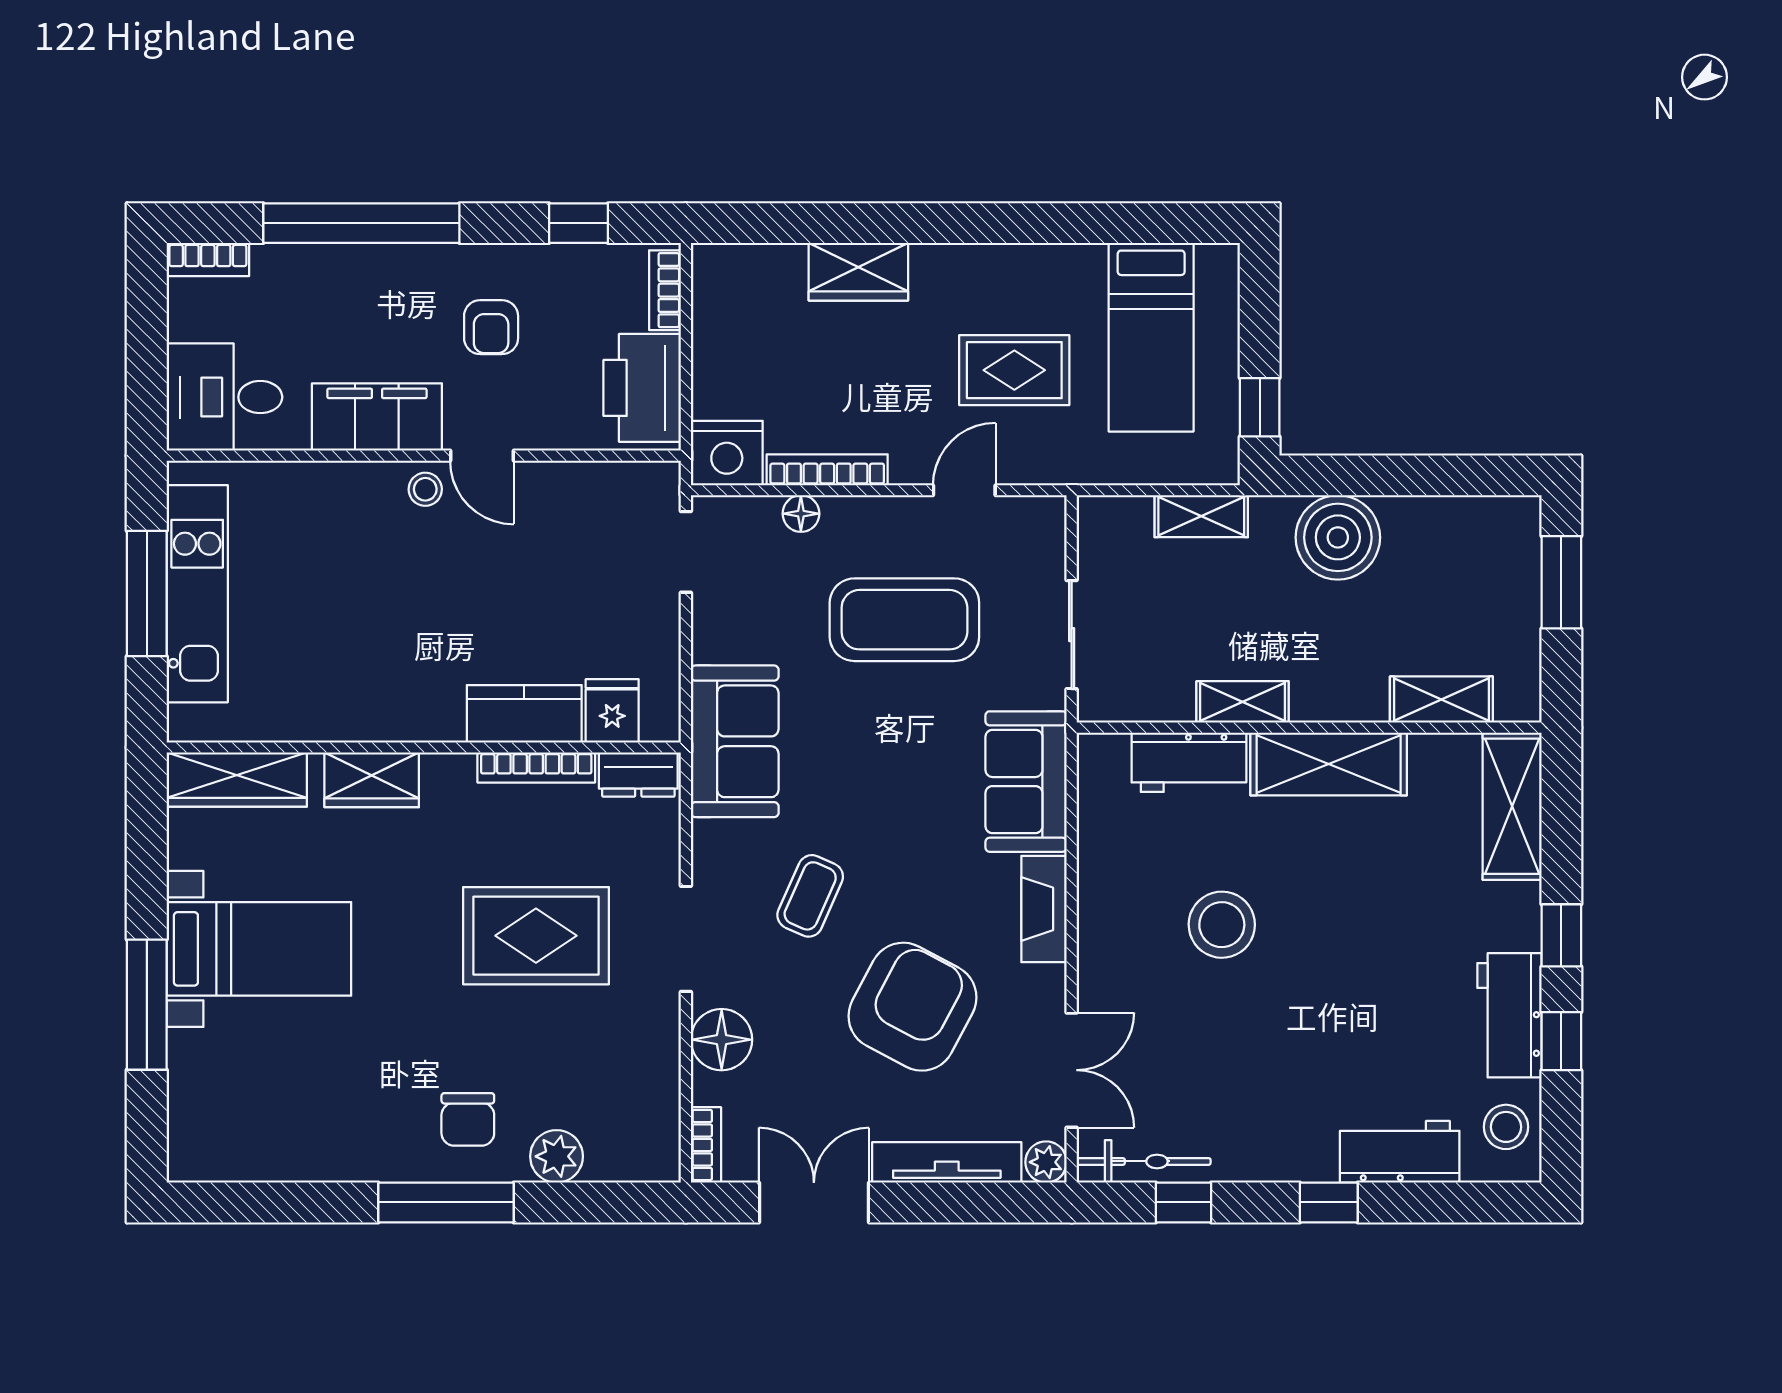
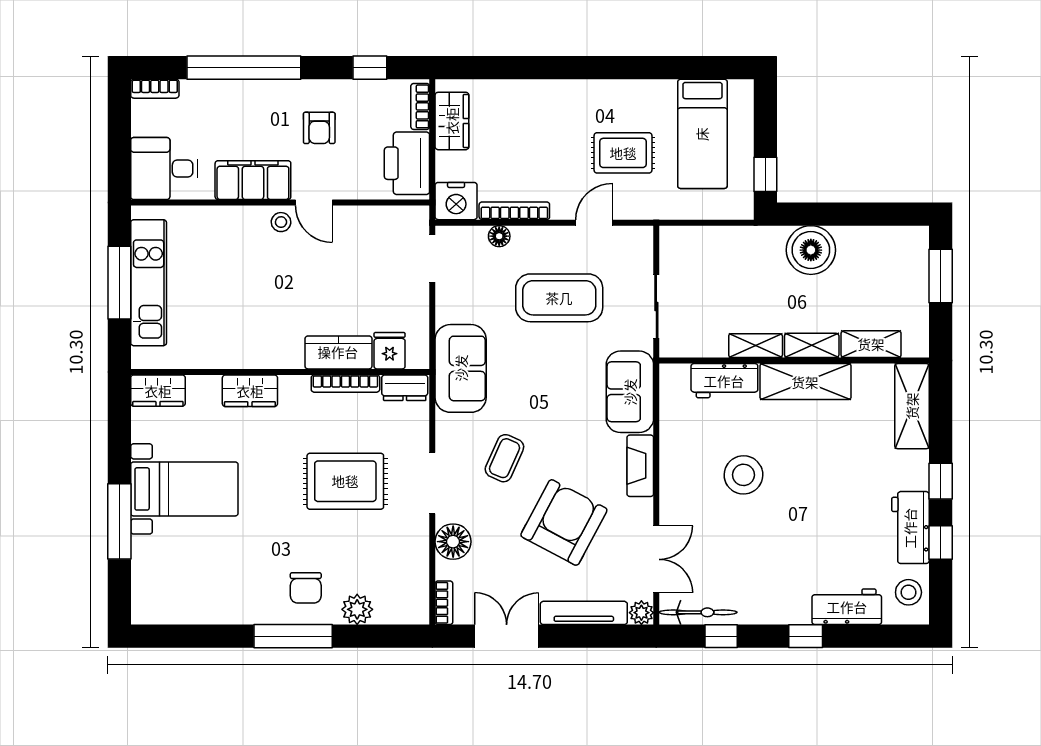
wardrobe: (858, 272) -> (452, 121), moved, turned -90
shelving: (1201, 516) -> (812, 345), moved
wardrobe: (237, 780) -> (158, 391), width x0.67

